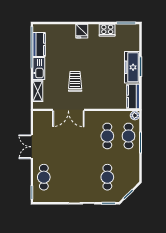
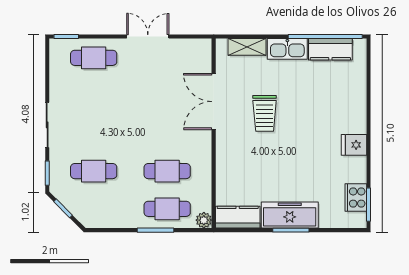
cooker: (107, 30) -> (356, 198), moved
fridge: (82, 31) -> (354, 145), moved
trolley: (75, 81) -> (265, 113), turned 90

